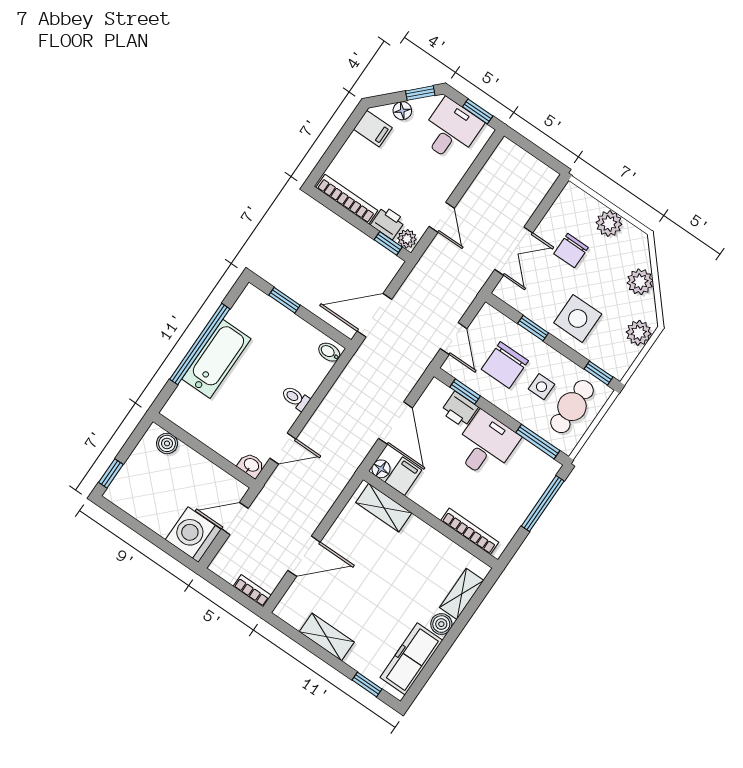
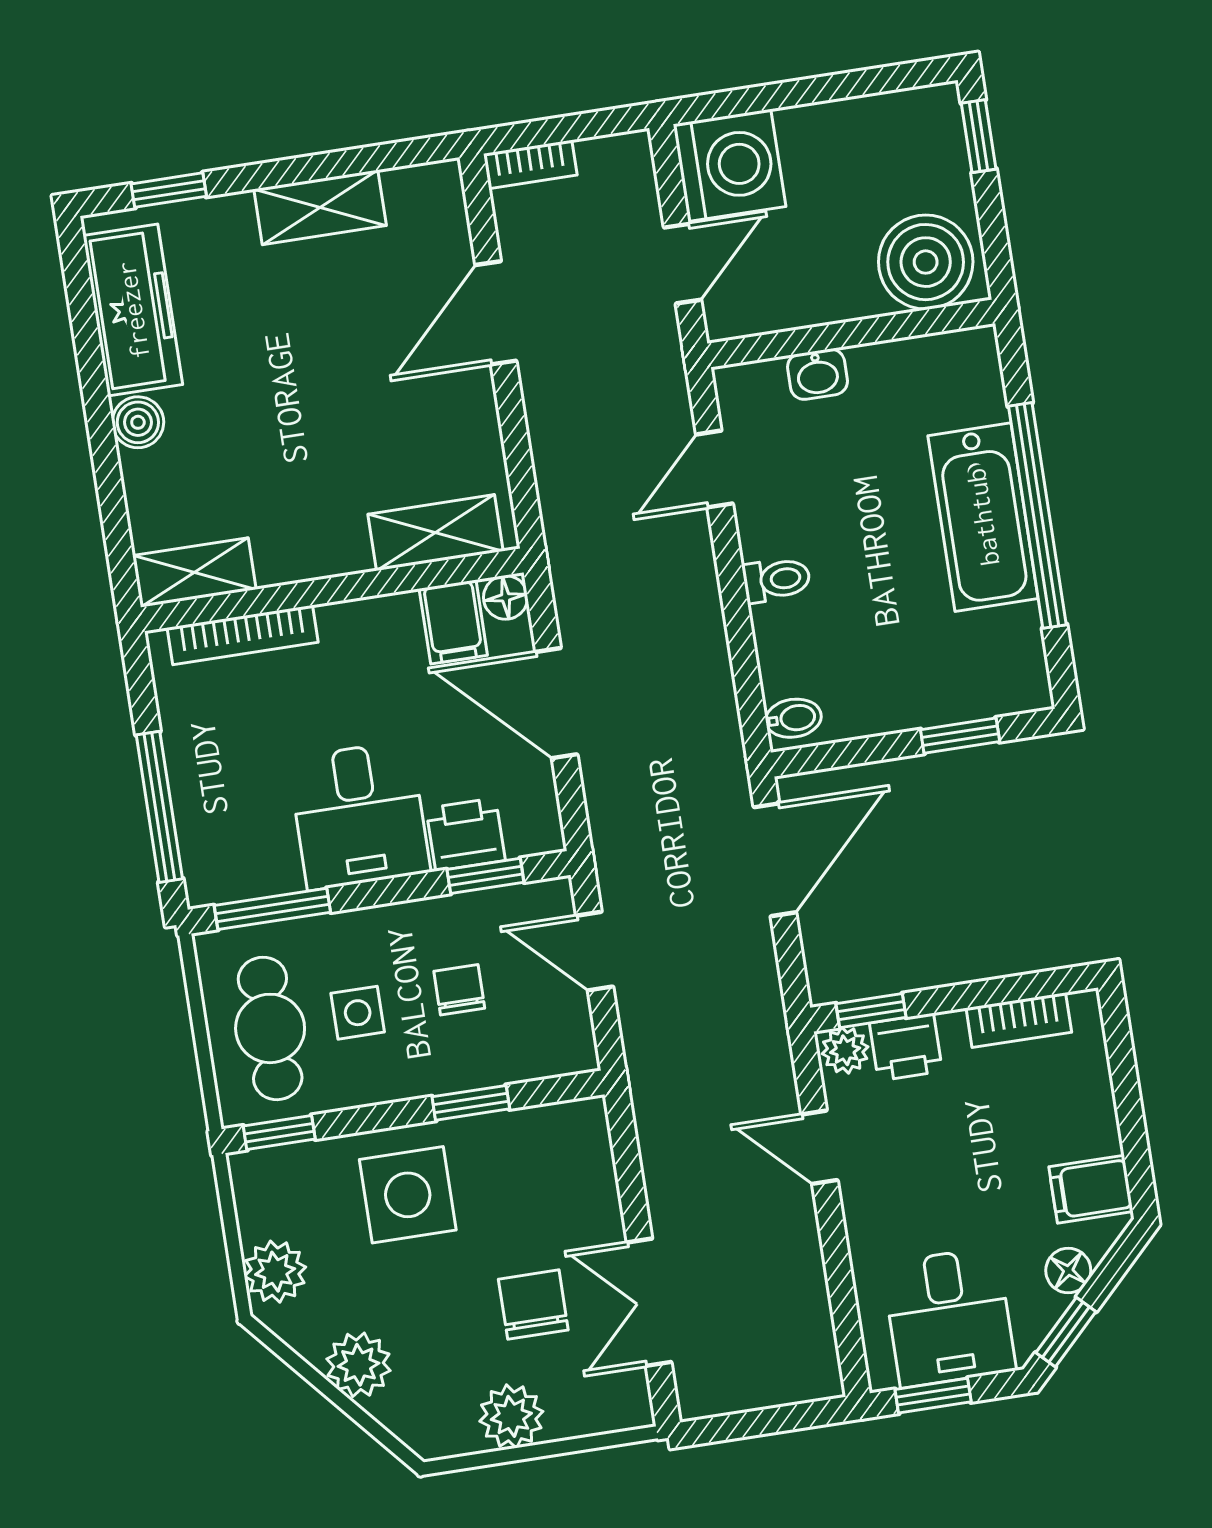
bookcase: (347, 199) -> (1019, 1020), width x0.64
double door: (514, 251) -> (649, 1302), moved
chair: (505, 365) -> (459, 990), width x0.54, depth x0.54
boiler: (167, 443) -> (926, 262), width x1.86, depth x1.86
washbasin: (251, 465) -> (817, 374), moved
shelving: (462, 594) -> (194, 573), moved, turned 90

